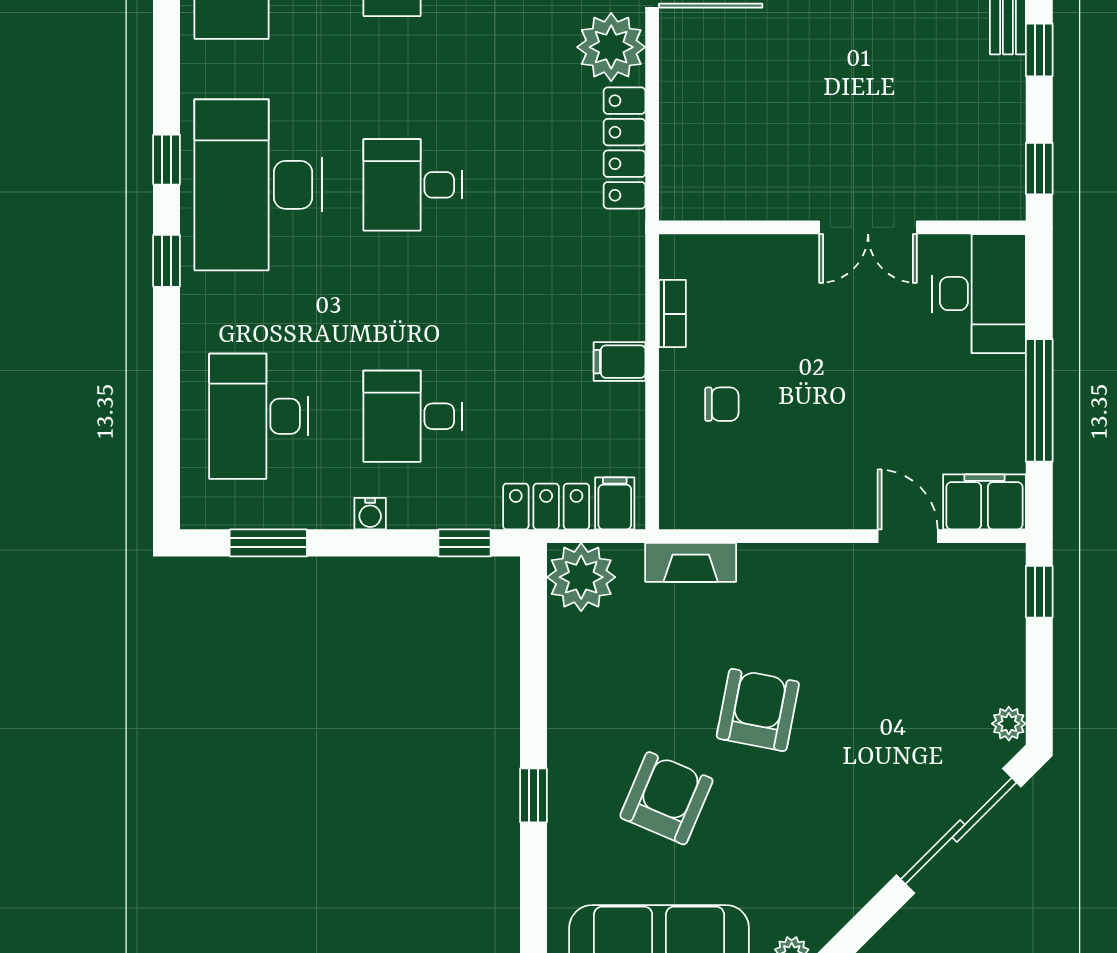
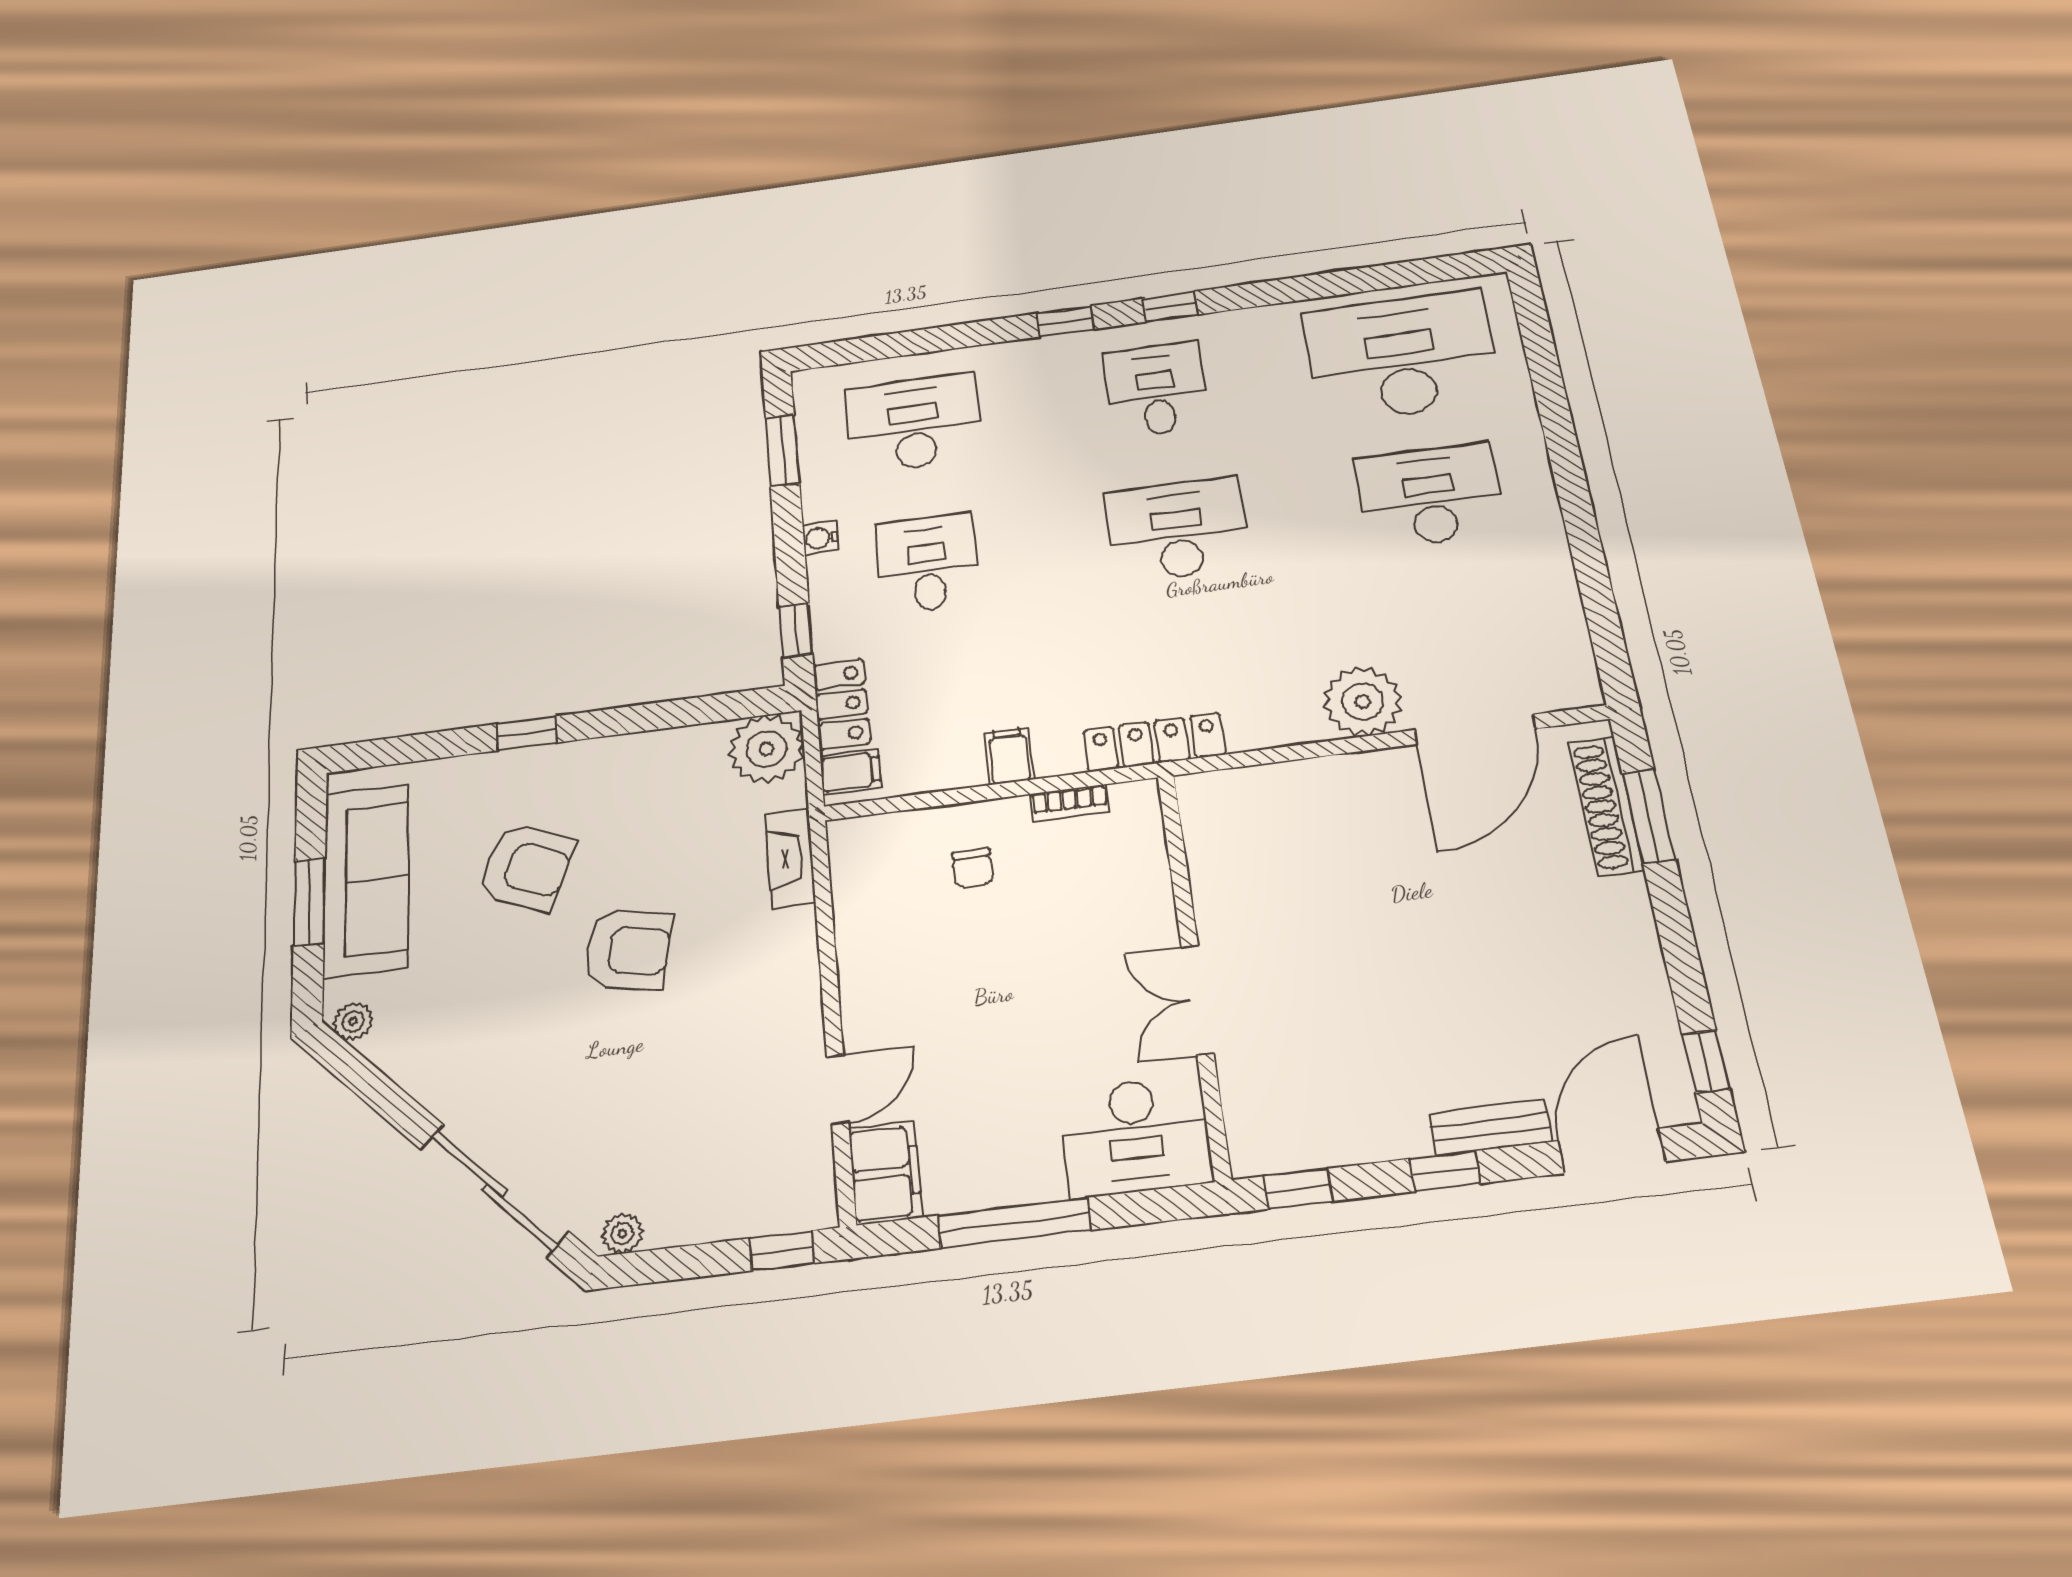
locker: (625, 148) -> (1154, 742), moved
desk: (258, 185) -> (1156, 390), width x0.53, depth x0.77
desk: (413, 185) -> (1178, 530), width x1.37

